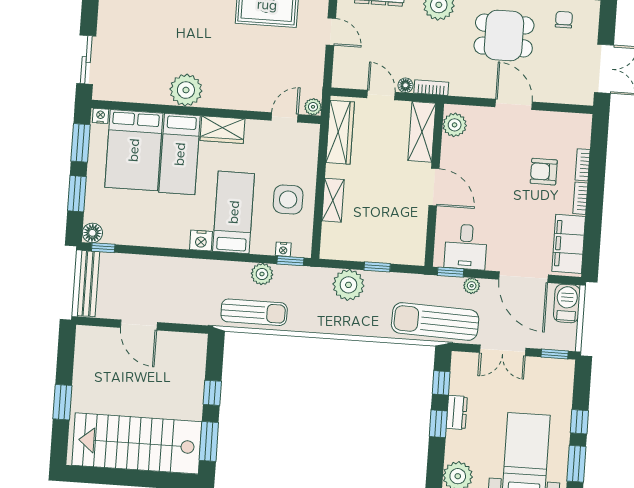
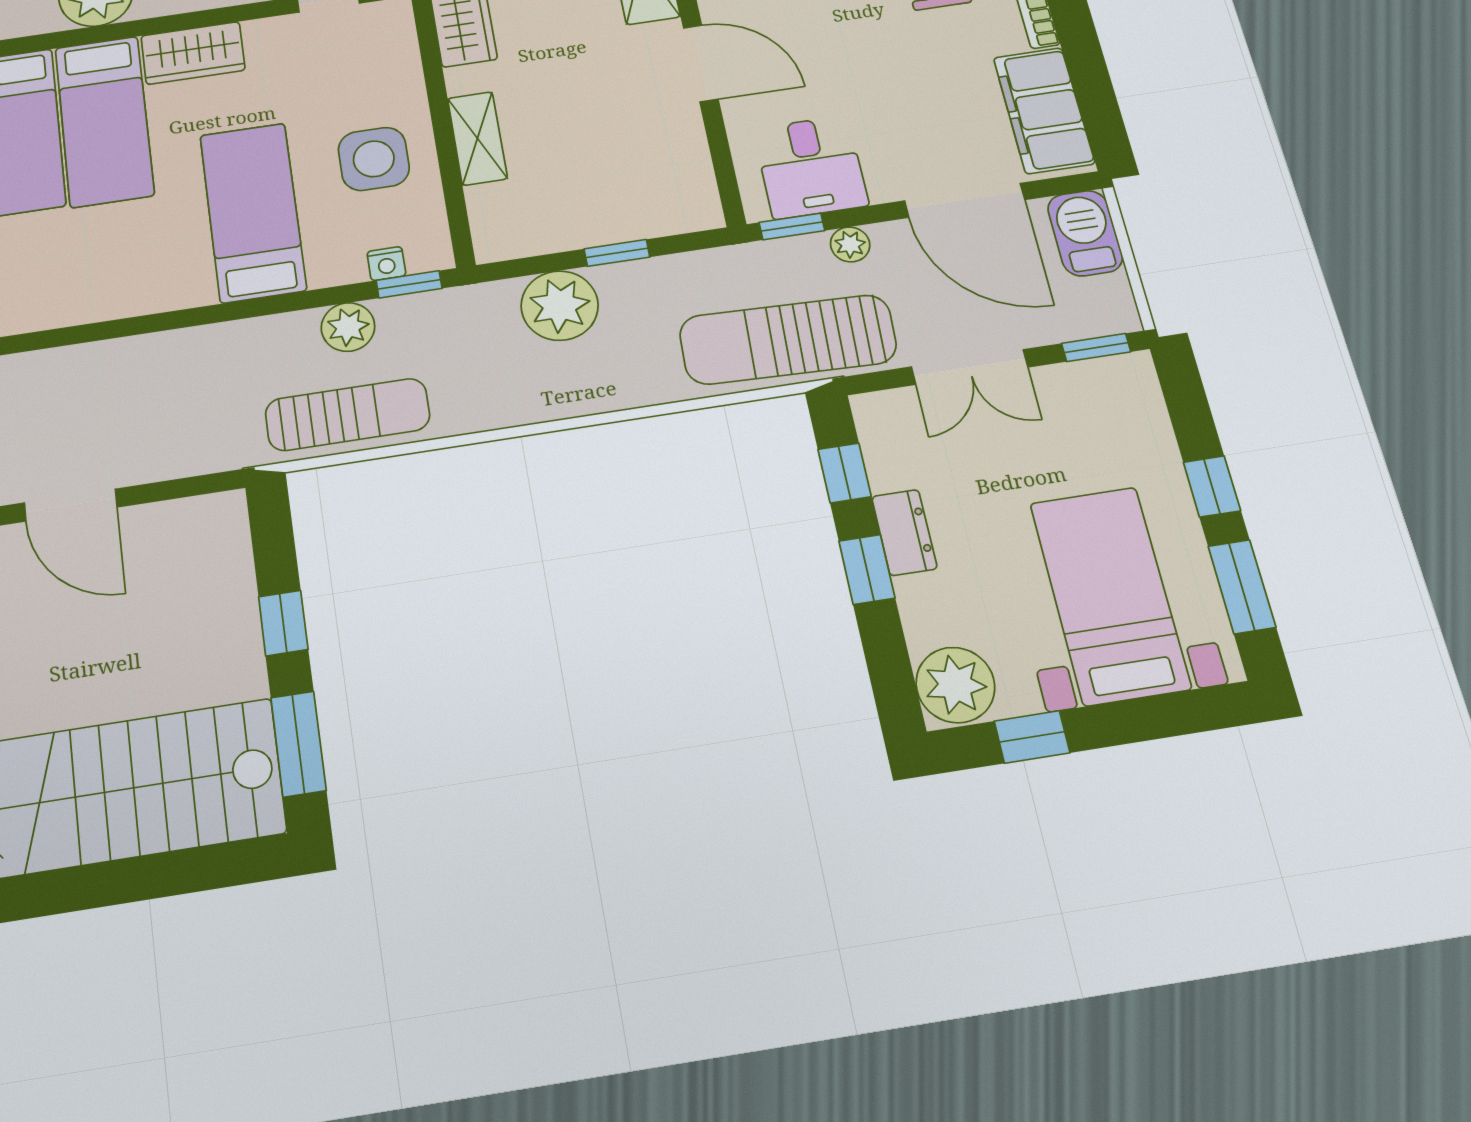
nightstand: (201, 240) -> (188, 287), removed

